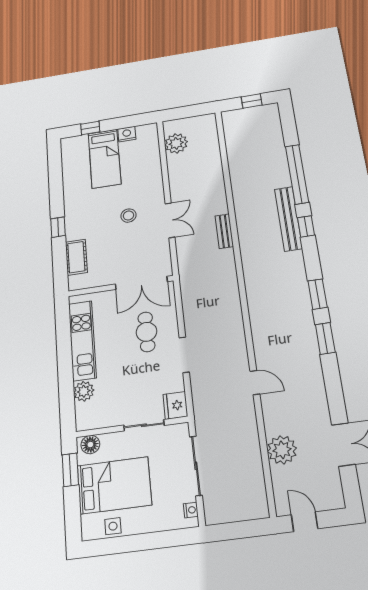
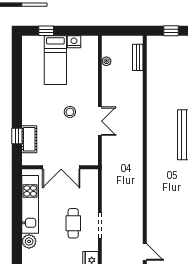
plant: (176, 143) -> (106, 61), width x0.53, depth x0.53
window: (58, 227) -> (17, 136), moved
bench: (224, 231) -> (138, 57), moved
double door: (141, 283) -> (61, 167), moved
cafe table: (146, 332) -> (73, 223), moved

